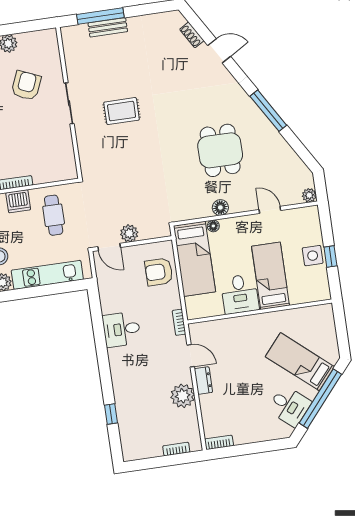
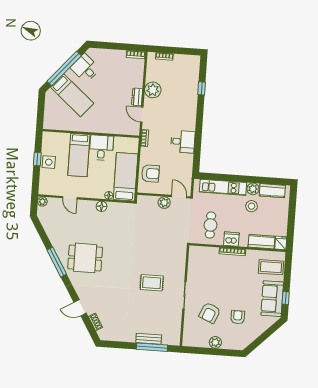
dining table: (220, 150) -> (85, 258), moved, turned 90

